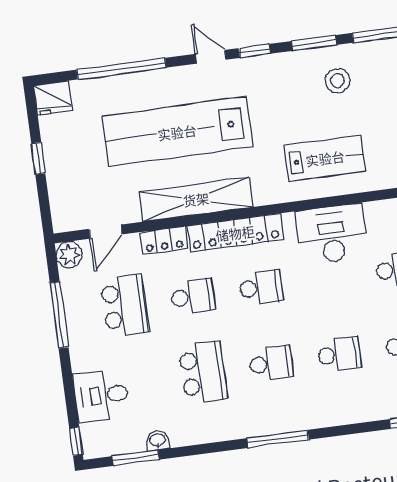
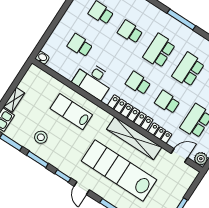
lab bench: (177, 132) -> (119, 170), turned 180
school desk: (271, 363) -> (159, 51), width x1.85

